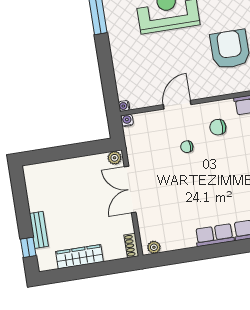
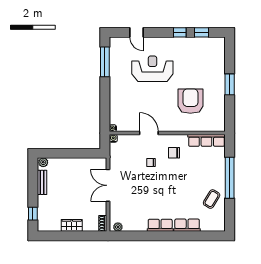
door: (177, 105) -> (149, 133), hinge flipped
plant: (115, 158) -> (43, 162), moved
bench: (39, 230) -> (42, 182), moved
wardrobe: (80, 257) -> (72, 225), width x0.67

